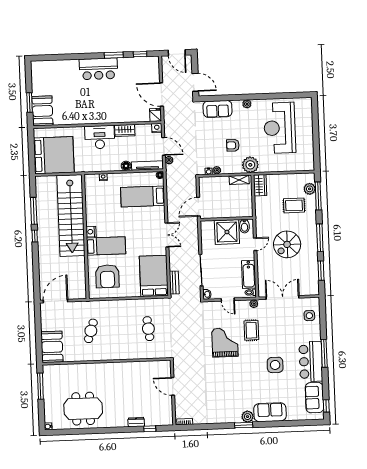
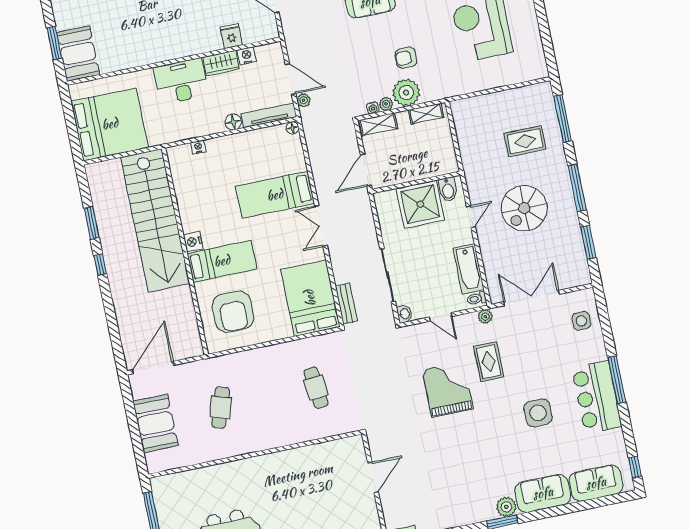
fridge: (155, 115) -> (231, 36), moved
nightstand: (157, 128) -> (247, 56), moved
plant: (250, 165) -> (406, 93), moved
shelving: (210, 181) -> (378, 124), added
wardrobe: (260, 185) -> (463, 117), removed
plant: (310, 189) -> (546, 109), removed
bed: (143, 196) -> (275, 195), moved
window: (34, 211) -> (92, 223), width x0.69
double door: (167, 235) -> (321, 226), swing flipped
booth: (52, 347) -> (156, 423), moved
door: (173, 386) -> (373, 477), swing flipped
sofa: (315, 398) -> (596, 483), moved, turned 90

